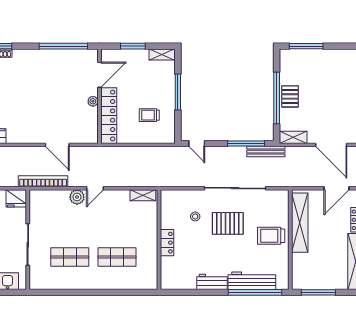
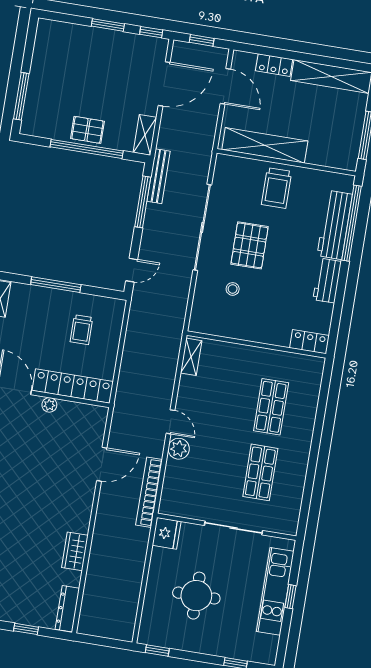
locker: (167, 243) -> (309, 342), moved

